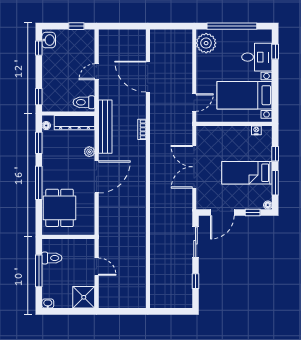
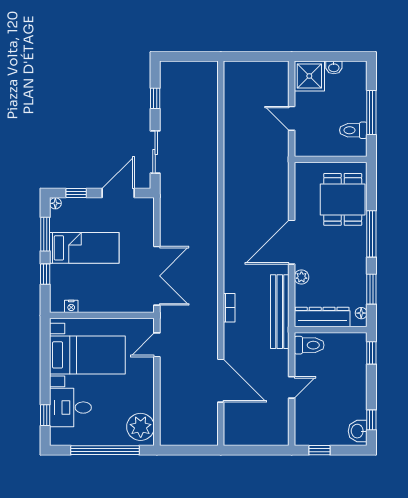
double door: (194, 167) -> (157, 276), moved
washbasin: (48, 304) -> (334, 67), moved

